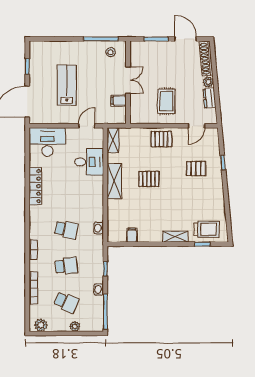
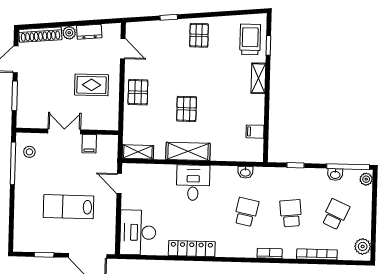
desk: (89, 162) -> (193, 183), moved
pallet: (196, 169) -> (199, 35), moved
washbasin: (99, 289) -> (335, 175), moved
plant: (75, 326) -> (366, 179), moved

